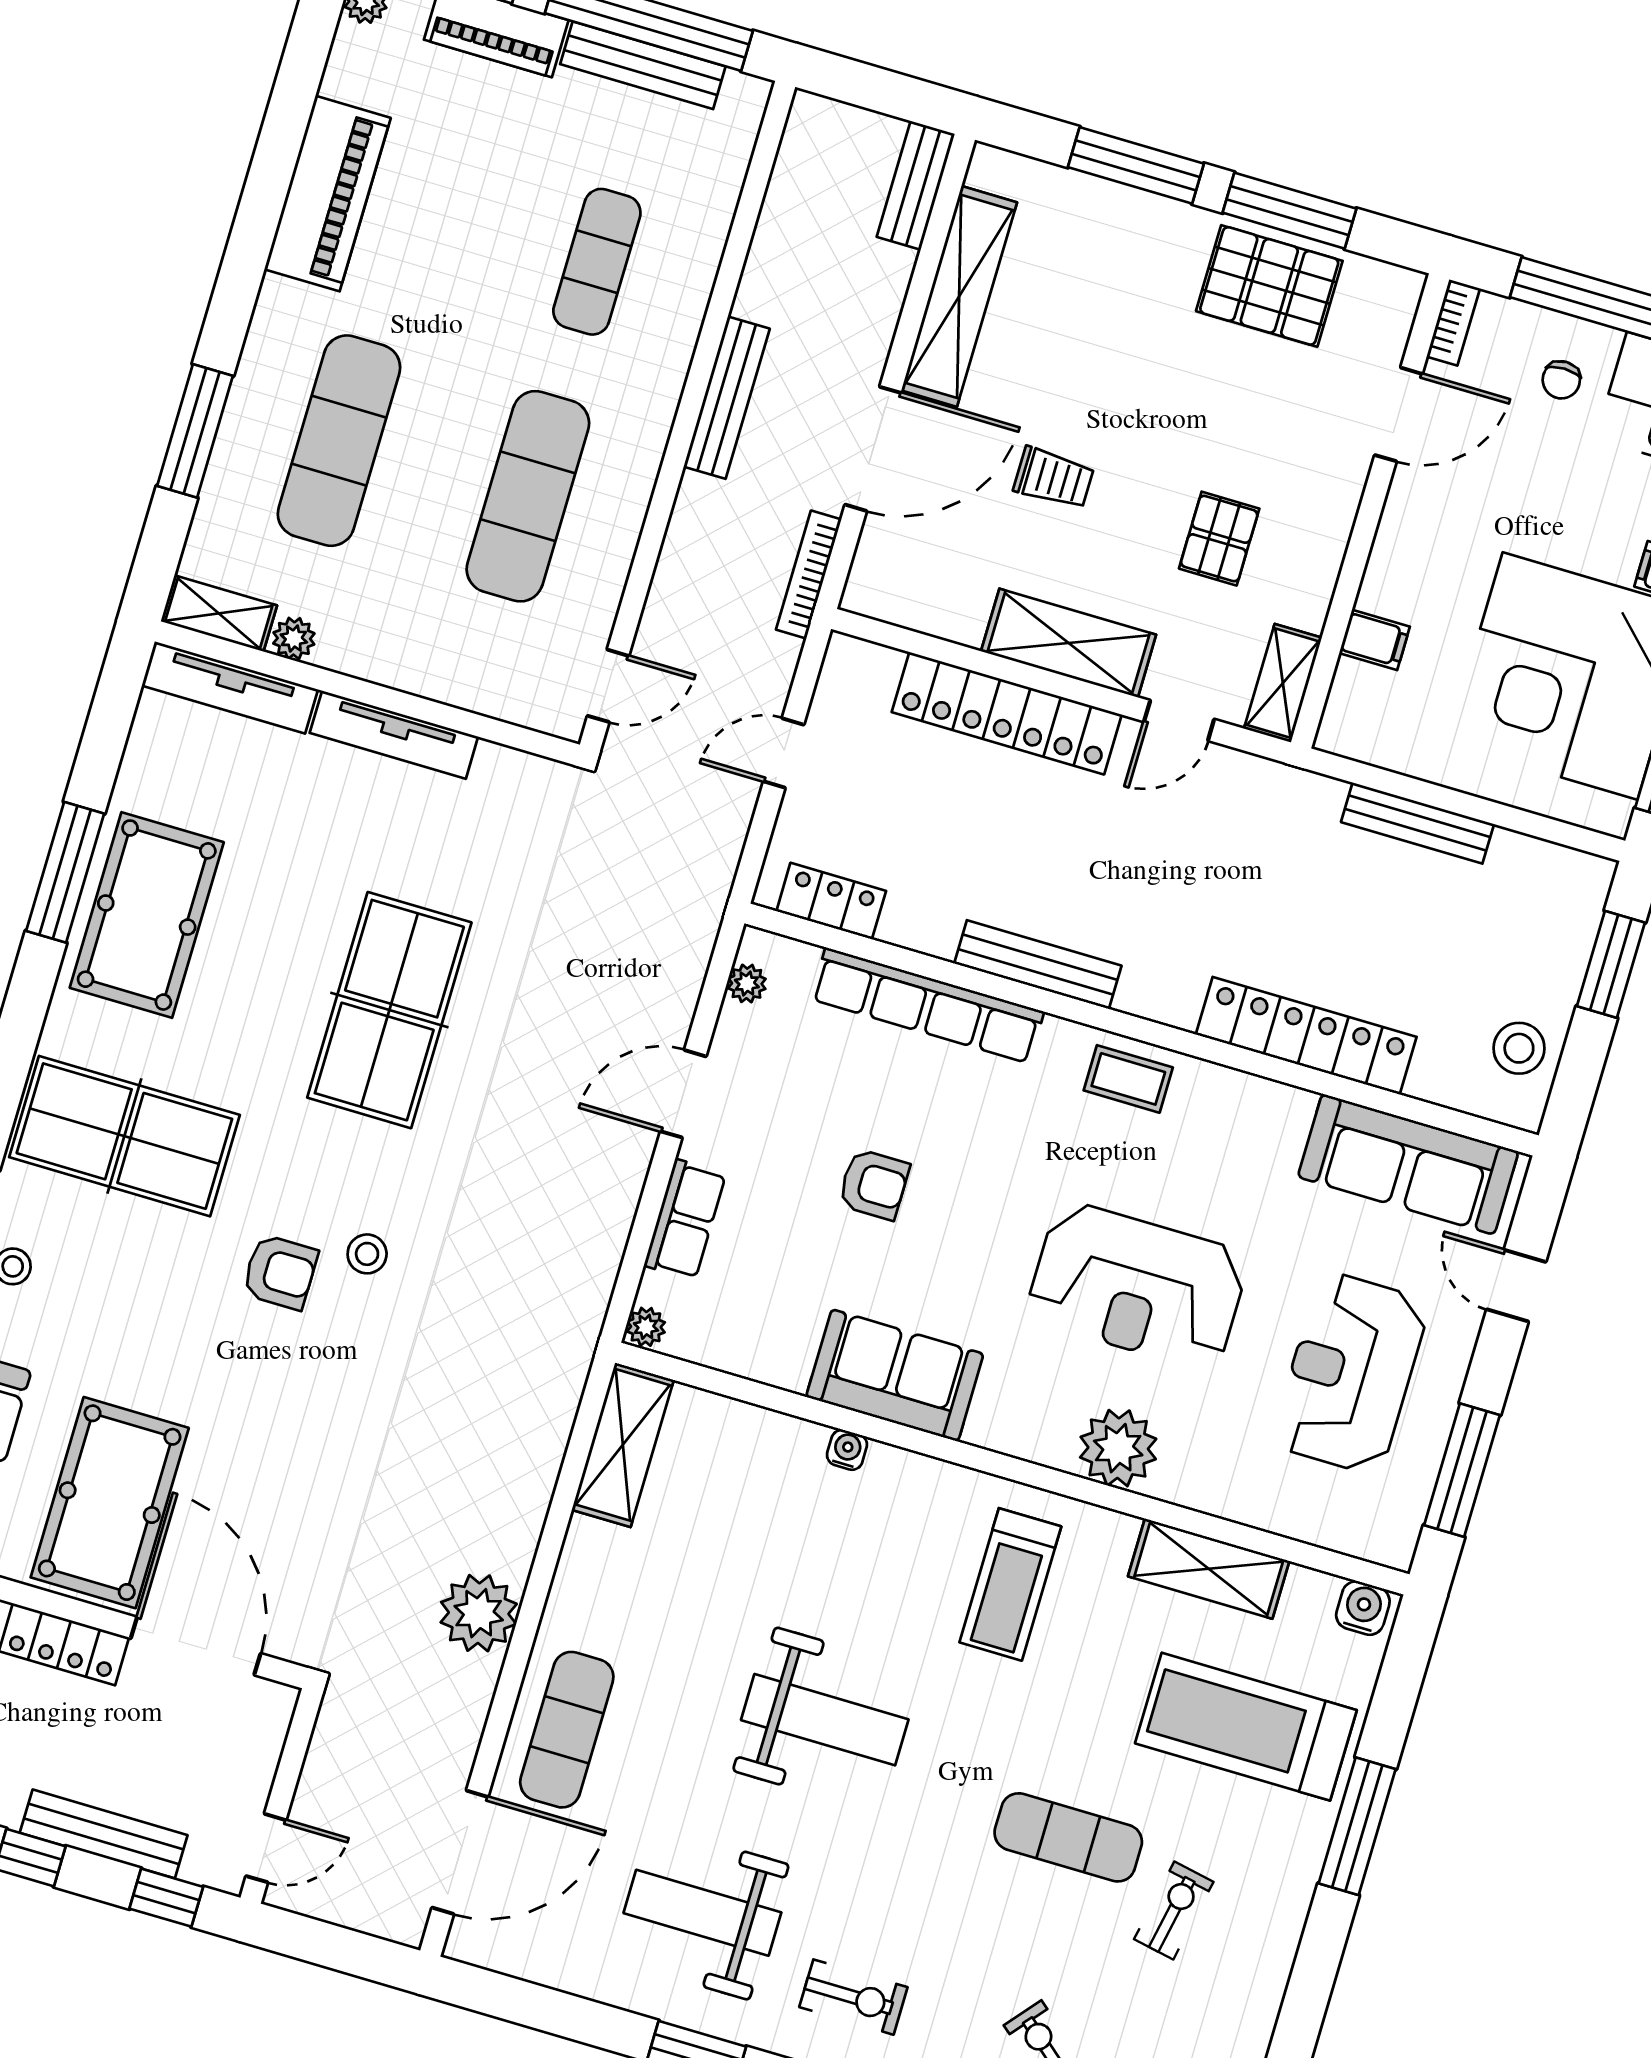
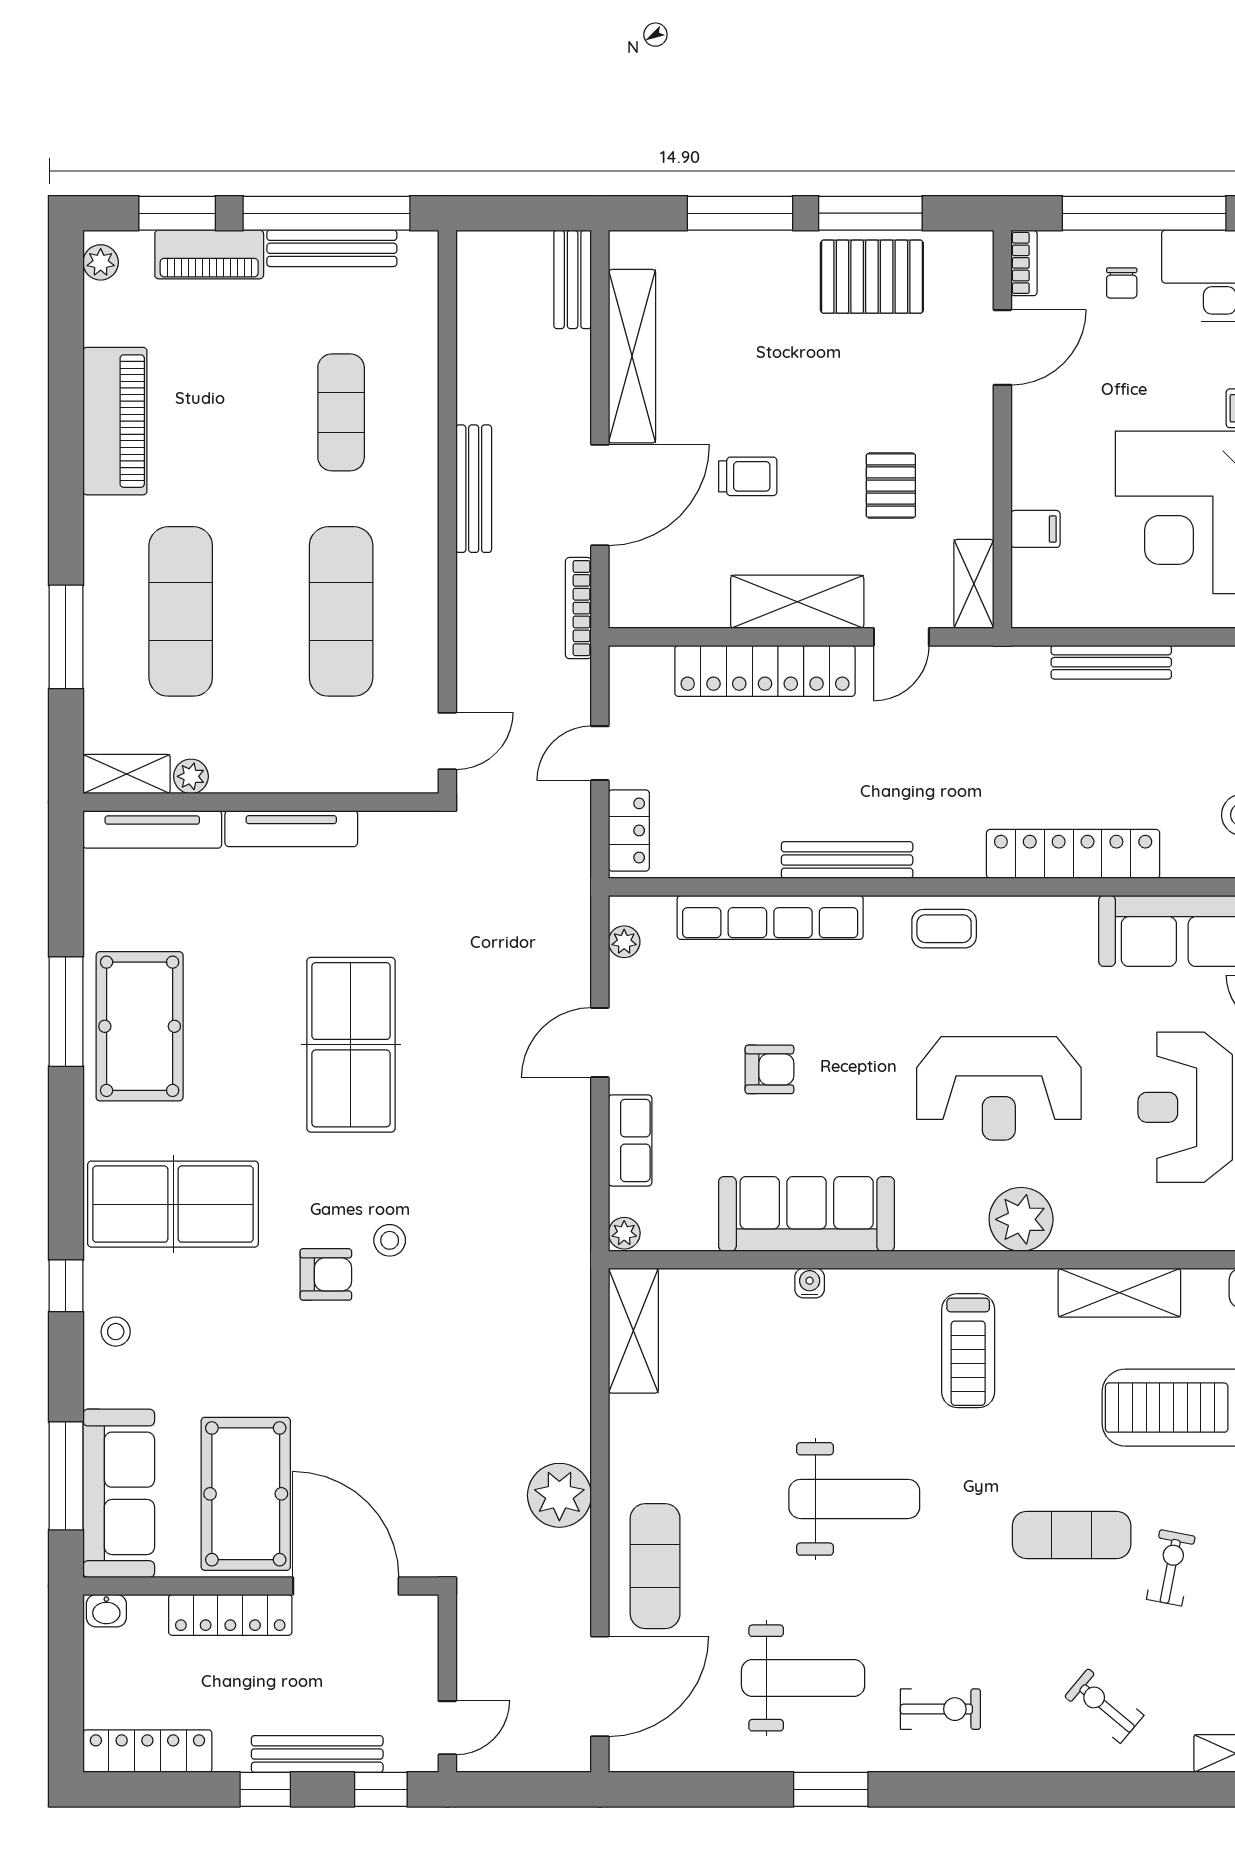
locker: (831, 901) -> (629, 830), moved, turned 90
sofa: (895, 1375) -> (807, 1214), width x1.36
weight bench: (702, 1913) -> (803, 1678), turned 180

